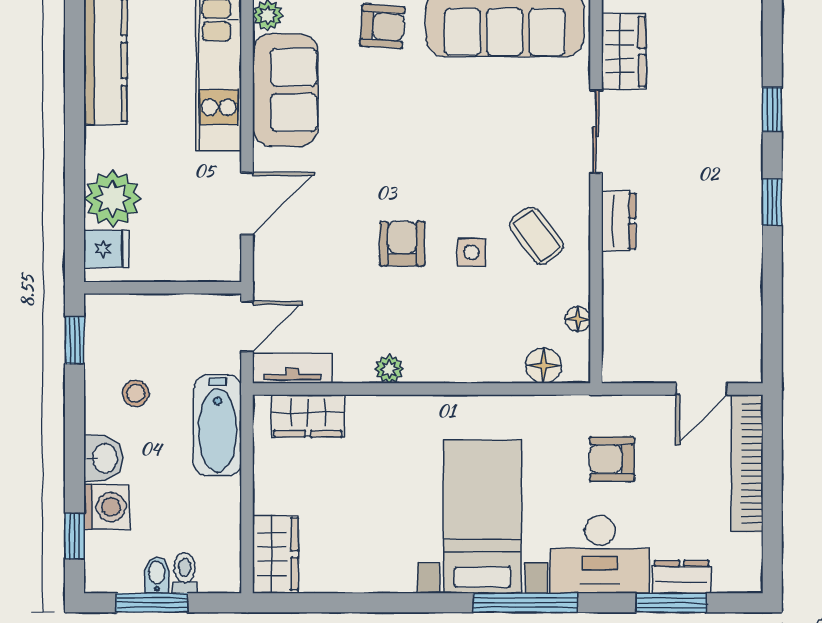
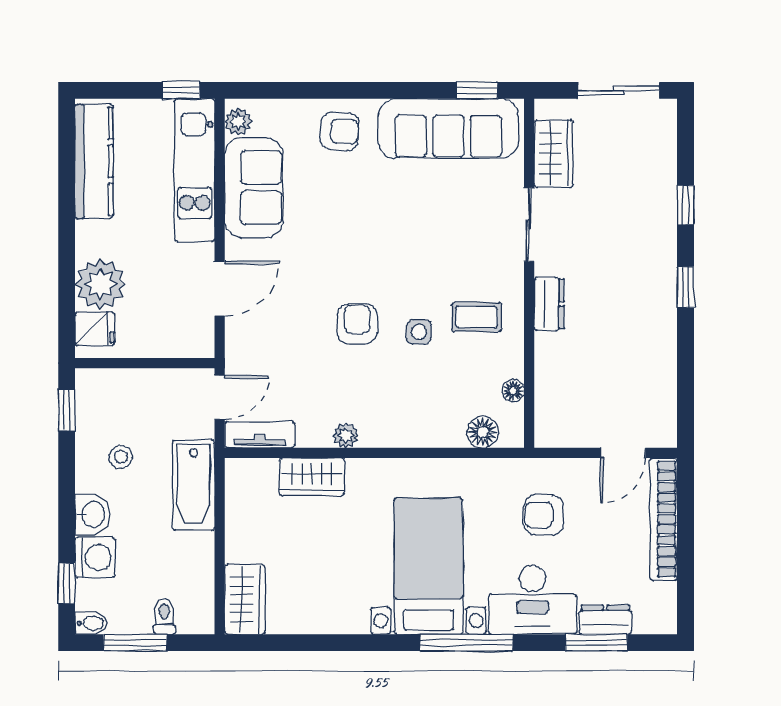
coffee table: (537, 236) -> (477, 317), turned -53
wardrobe: (308, 416) -> (312, 477), moved
bidet: (157, 575) -> (91, 623), moved, turned 90

